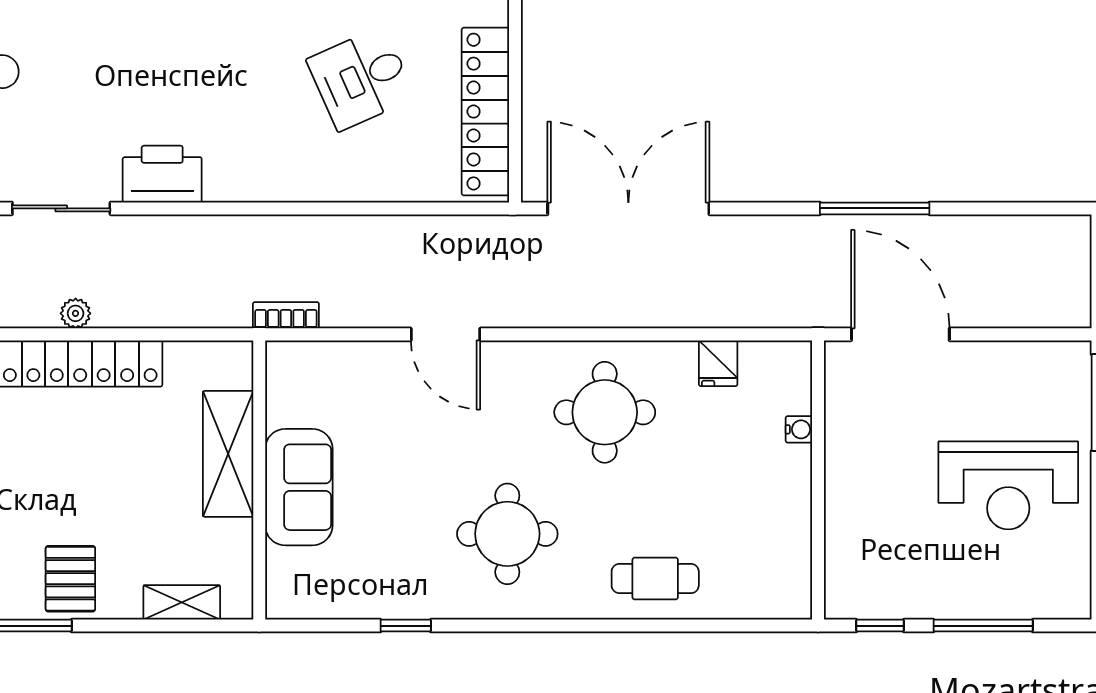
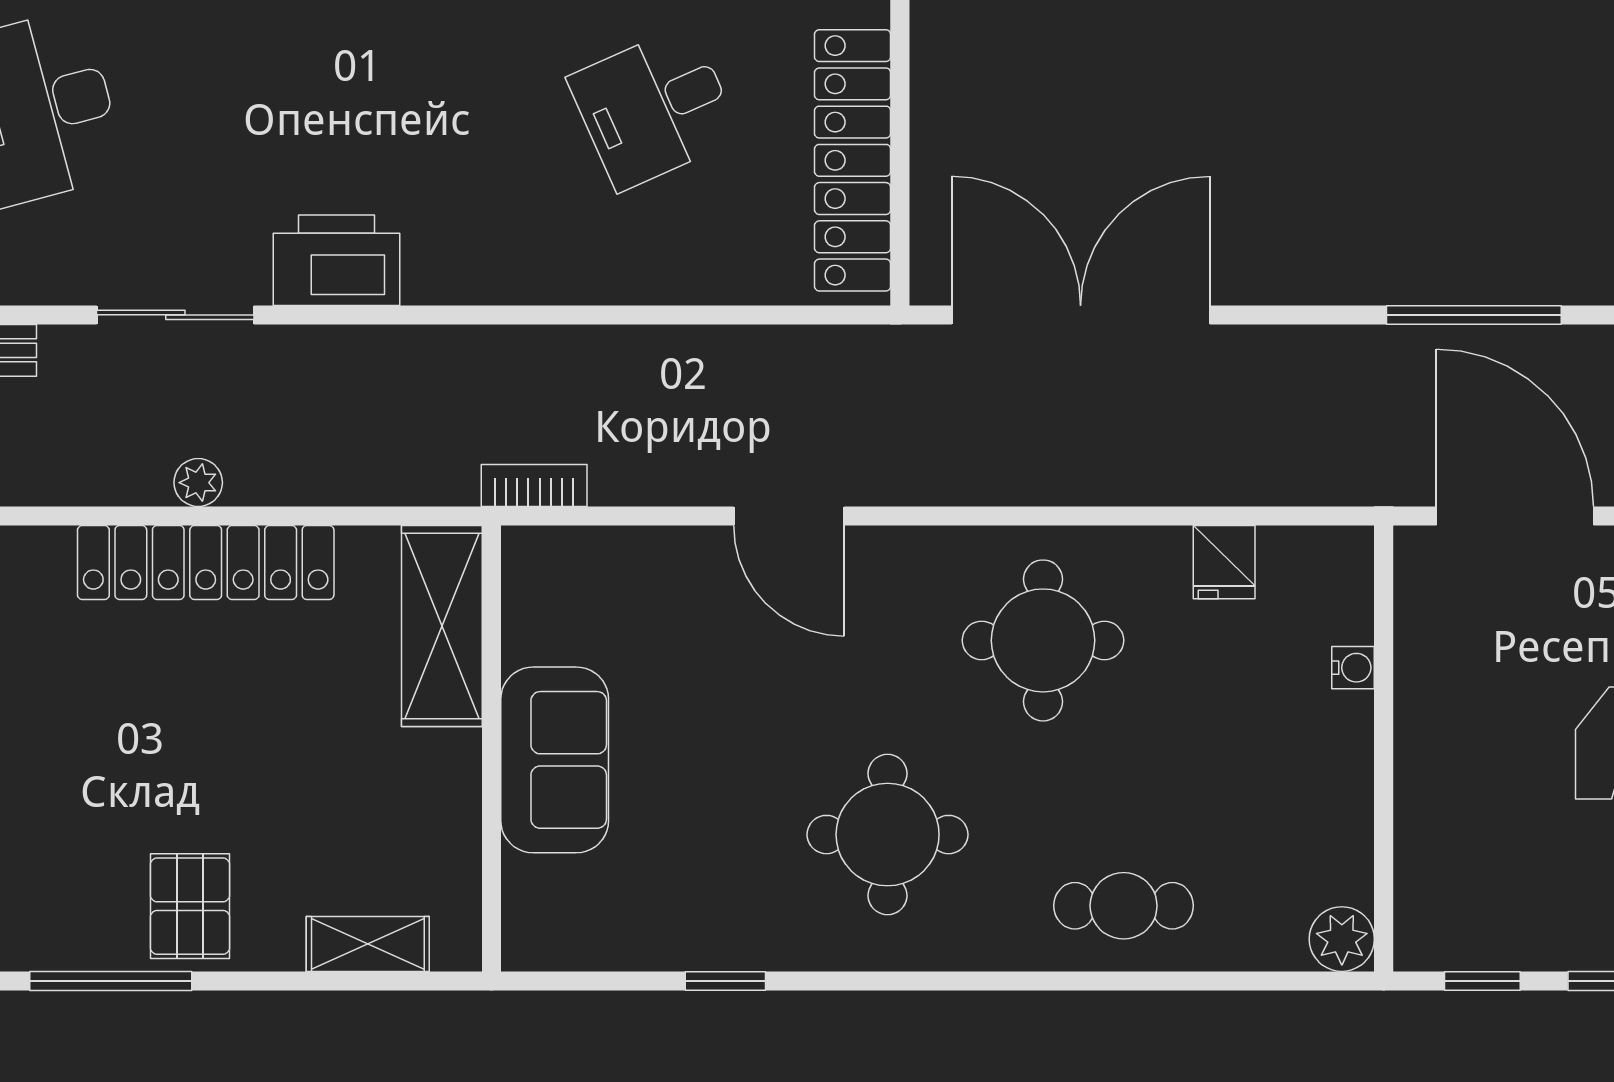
shelving: (228, 454) -> (442, 626), moved
plant: (792, 599) -> (1342, 939), added

